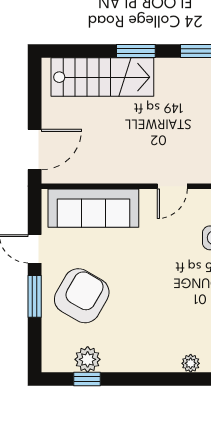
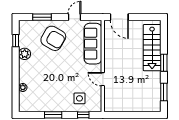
window: (35, 296) -> (42, 17), moved
plant: (88, 359) -> (25, 54), moved

